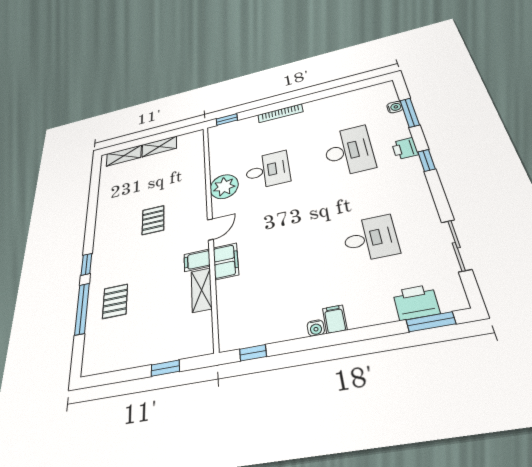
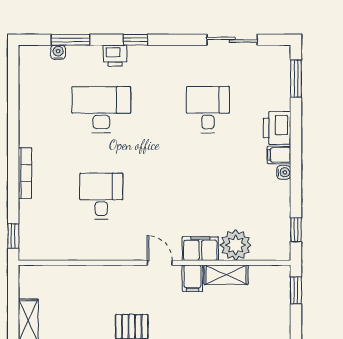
plant: (224, 187) -> (236, 245), moved
printer: (416, 302) -> (277, 128), moved
window: (165, 368) -> (296, 290), moved

